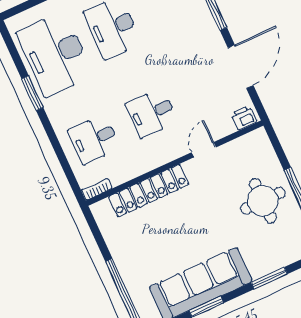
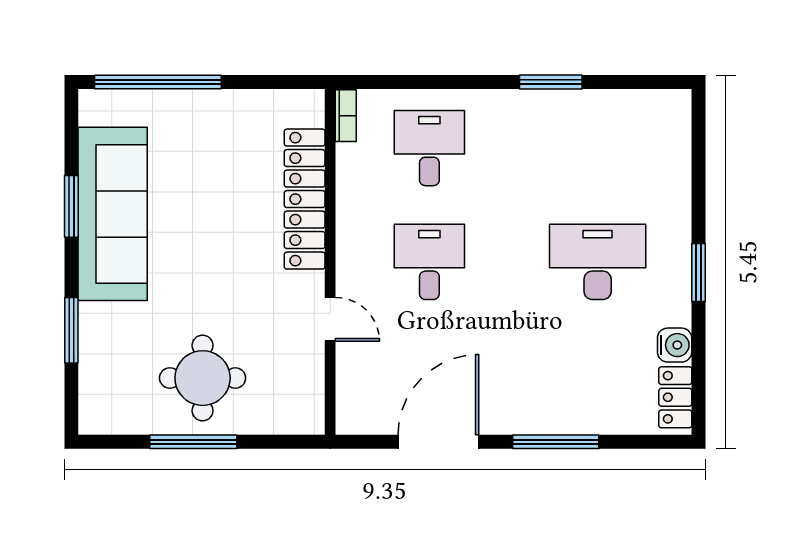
desk: (55, 54) -> (598, 148), removed
door: (241, 67) -> (438, 442), swing flipped
printer: (244, 118) -> (352, 409), removed

